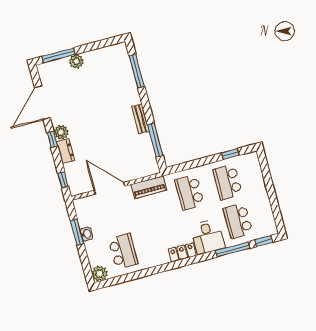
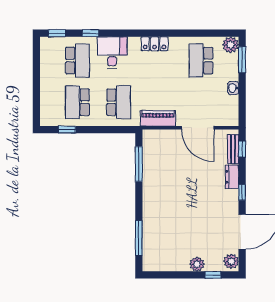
window: (59, 55) -> (213, 275), width x0.46
bench: (141, 119) -> (233, 149), moved
plant: (61, 132) -> (231, 261), moved
school desk: (228, 182) -> (77, 102), turned 180
window: (77, 232) -> (242, 60), moved
window: (233, 249) -> (91, 33), width x0.46
locker: (182, 252) -> (155, 44), moved

